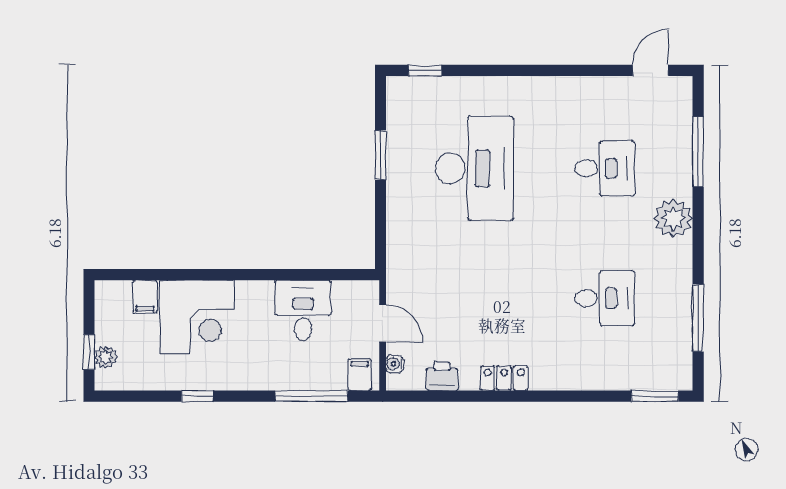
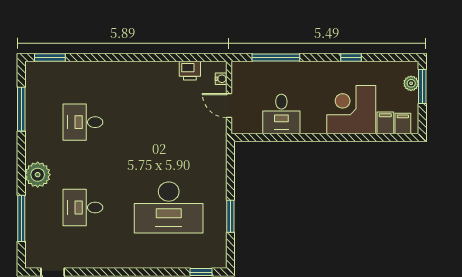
desk: (474, 168) -> (169, 207), turned -90
window: (89, 352) -> (422, 87), width x1.50
filing cabinet: (360, 375) -> (403, 124), moved, turned 180
locker: (504, 378) -> (149, 69), removed

